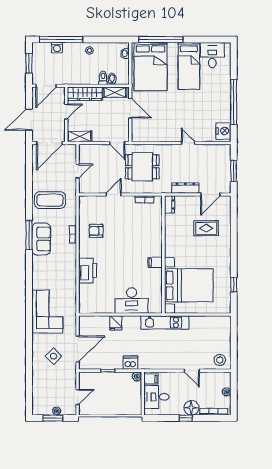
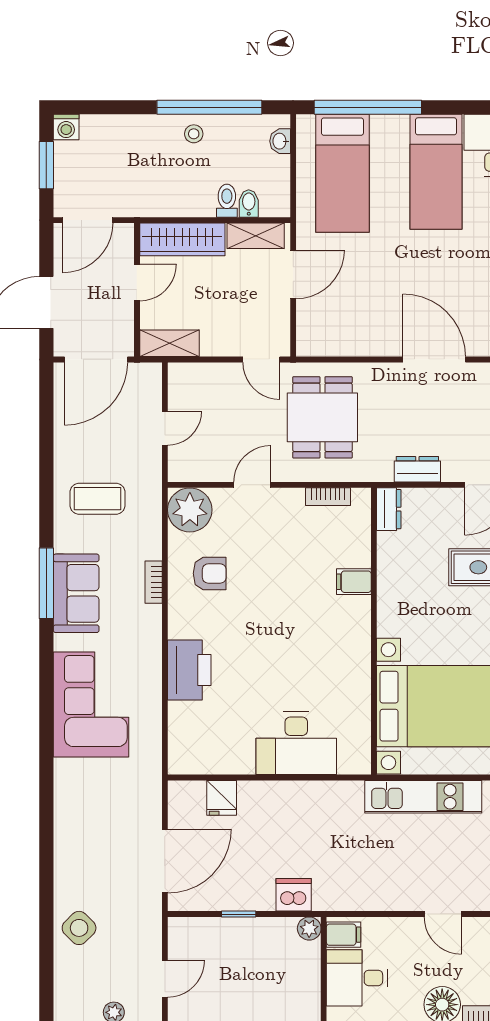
window: (61, 40) -> (209, 107), moved
washing machine: (57, 48) -> (66, 127), moved
bed: (150, 67) -> (342, 173), width x0.67
door: (130, 108) -> (293, 274), hinge flipped
door: (188, 143) -> (434, 359), width x1.87
dining table: (142, 167) -> (322, 417), turned 90
dresser: (185, 188) -> (417, 469), width x0.70
coffee table: (50, 200) -> (98, 499), width x0.73, depth x0.76
plant: (88, 205) -> (190, 510), added
armchair: (96, 231) -> (210, 573), turned 180
filing cabinet: (155, 262) -> (354, 582), moved
corner sofa: (47, 312) -> (91, 705), moved
kitchen unit: (165, 322) -> (423, 797), moved
fridge: (116, 323) -> (222, 798), moved
side table: (53, 356) -> (79, 928), moved

